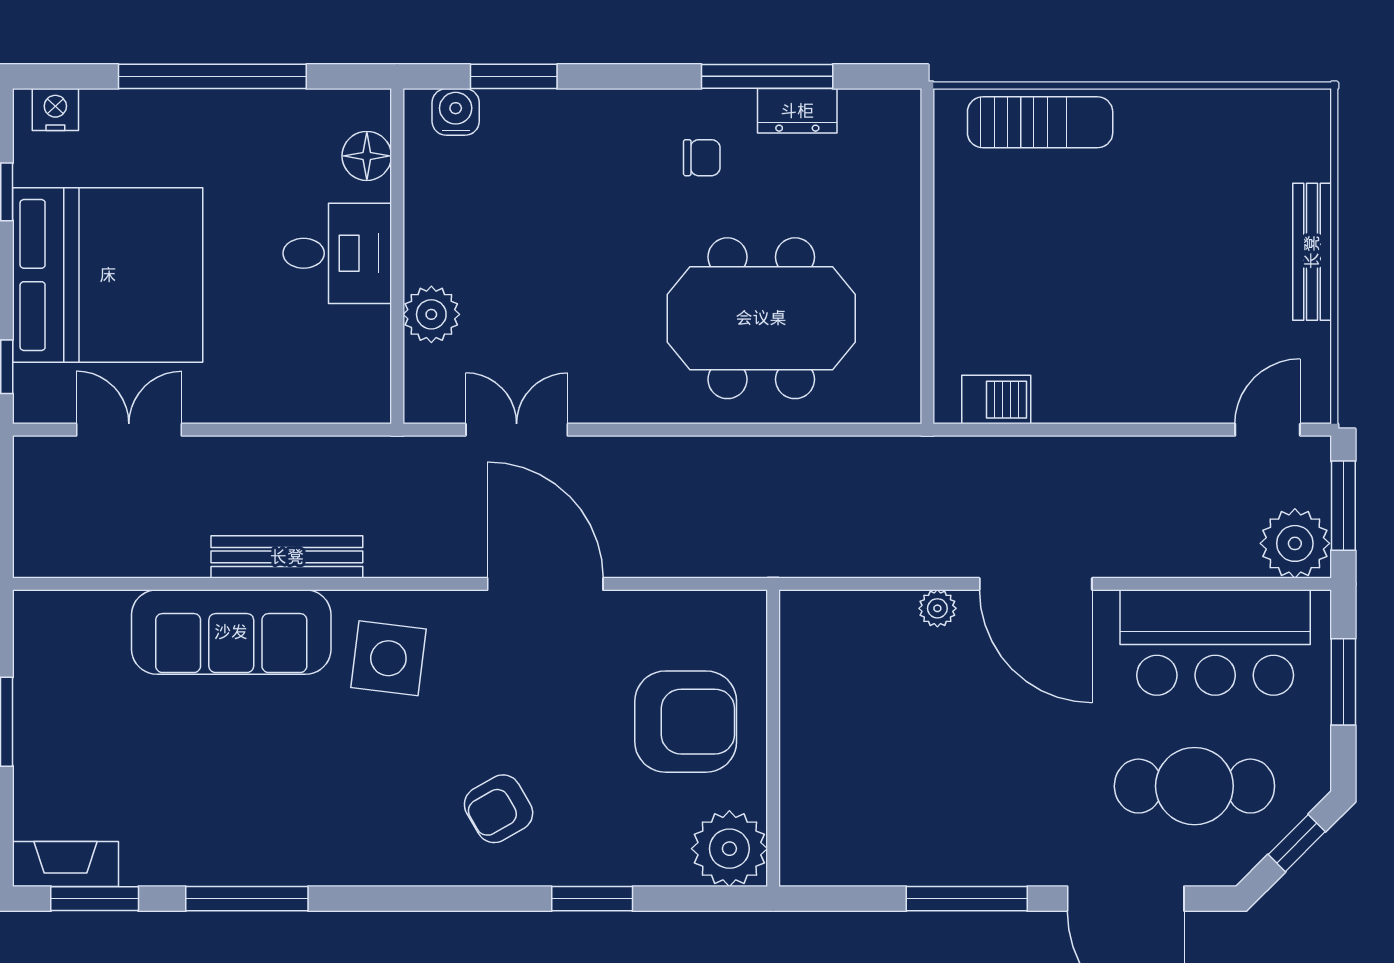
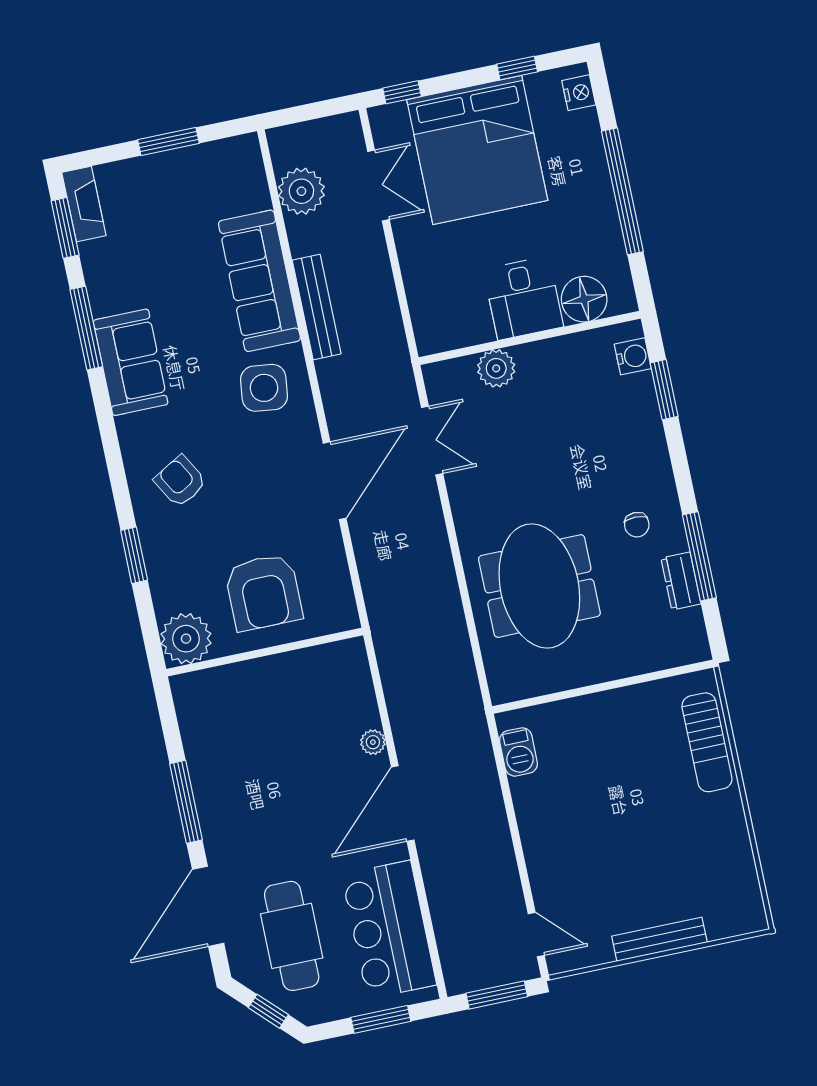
floor lamp: (367, 156) -> (584, 299), width x1.38, depth x1.38
plant: (1295, 543) -> (301, 191), moved
sofa: (310, 845) -> (131, 362), added

